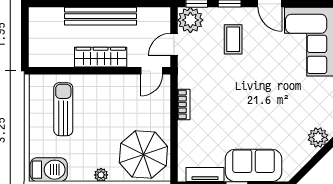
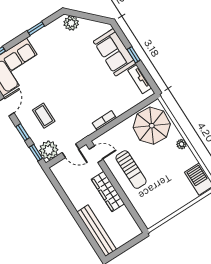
bench: (100, 16) -> (97, 231), moved
coffee table: (233, 39) -> (44, 116), turned 90
sun lounger: (63, 109) -> (131, 170), moved, turned -90

